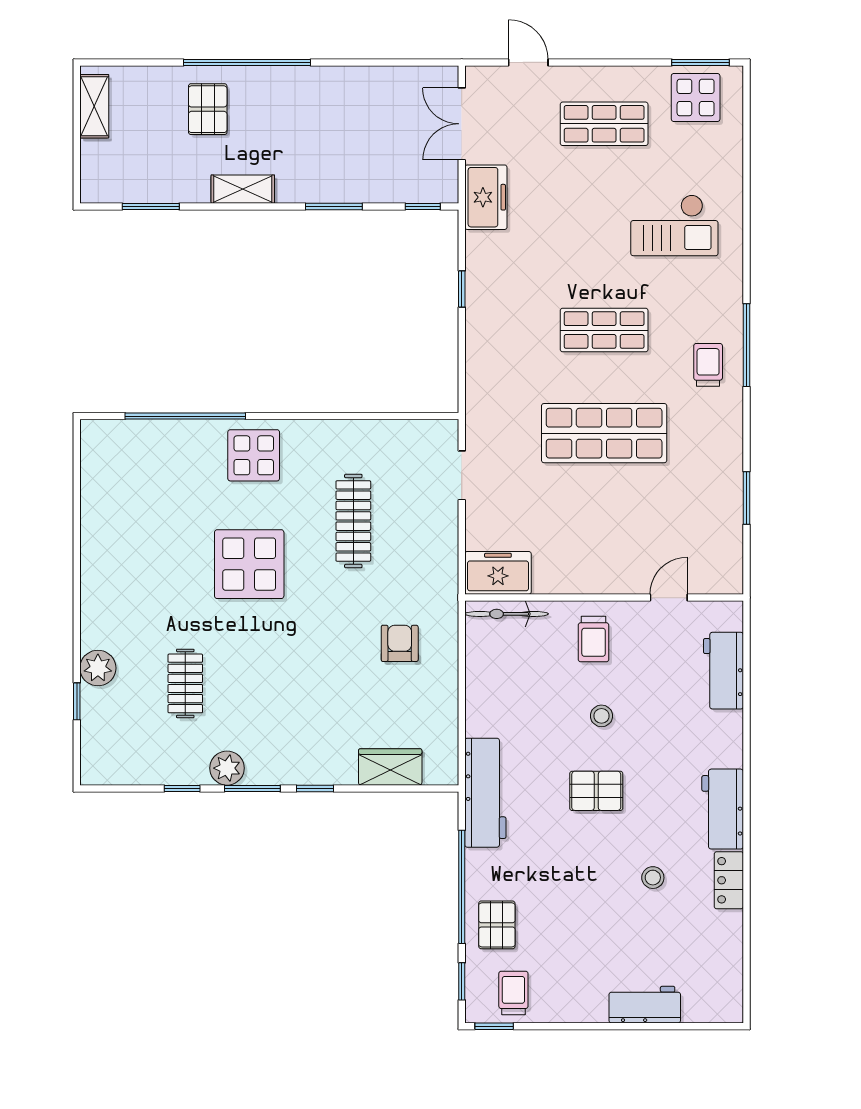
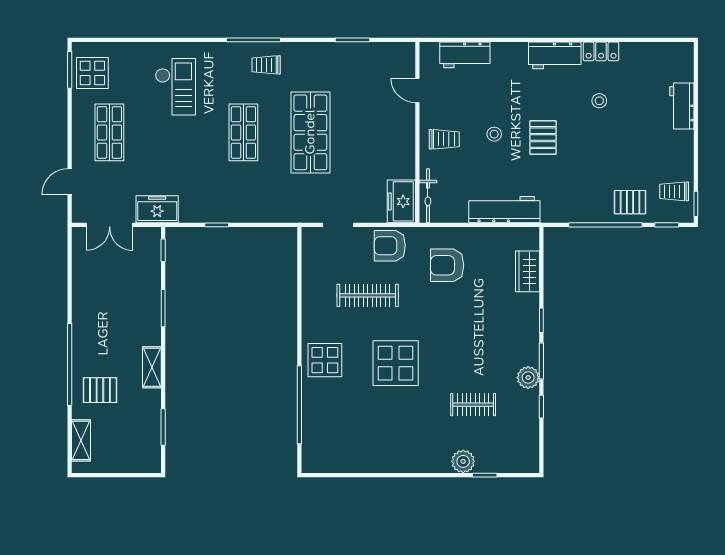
shelving: (94, 106) -> (81, 440), moved, turned 90
armchair: (430, 555) -> (390, 246), added
armchair: (400, 643) -> (447, 265), width x1.38, depth x1.38
workbench: (485, 793) -> (504, 210), moved

